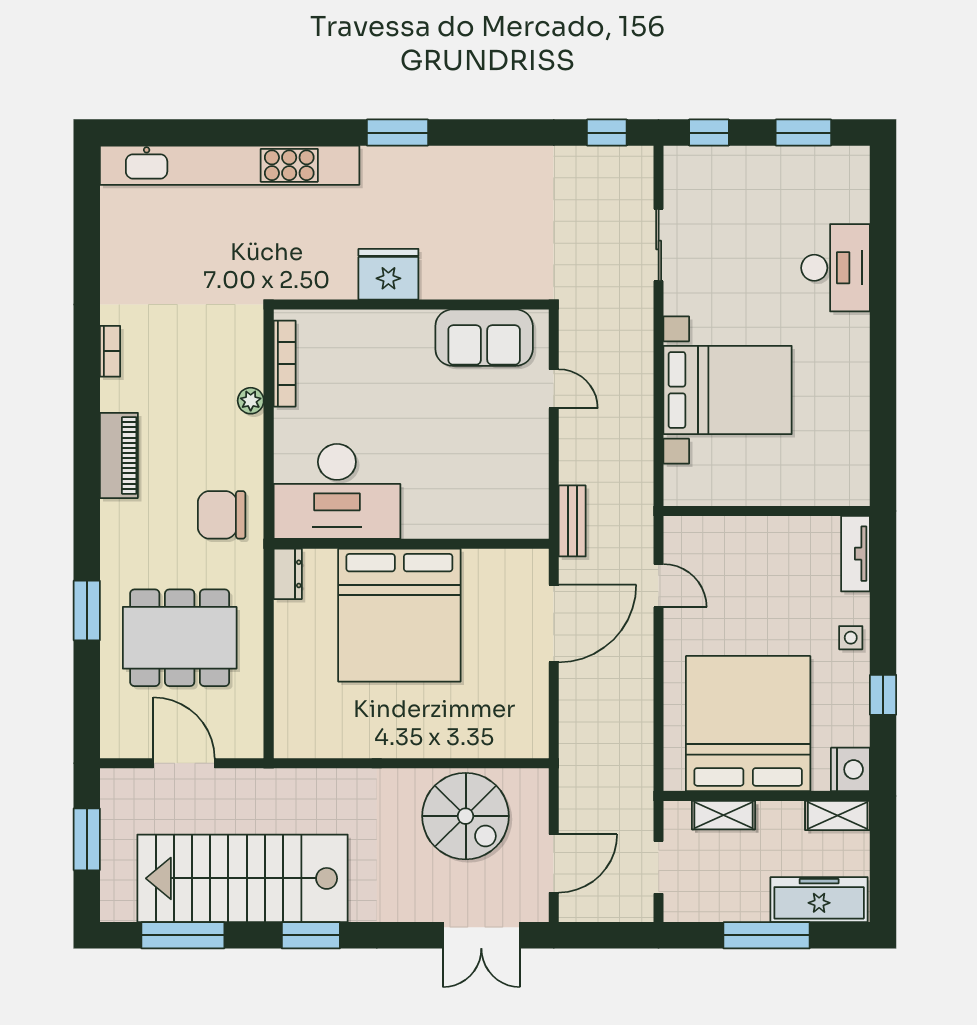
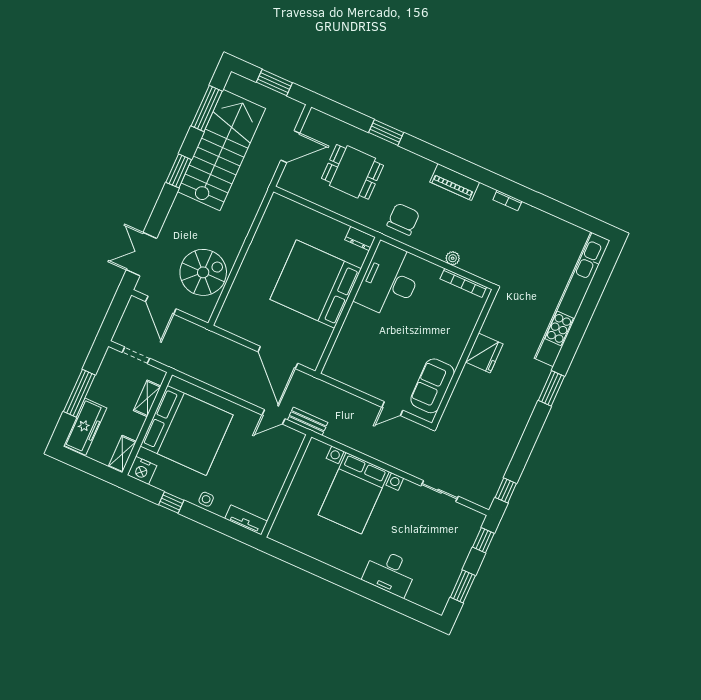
bench: (572, 521) -> (308, 421), moved
dining table: (180, 638) -> (352, 172), width x0.73
spiral stairs: (466, 816) -> (203, 272), turned 180

